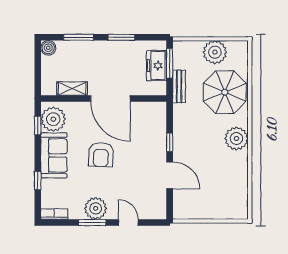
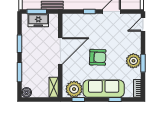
shelving: (72, 89) -> (54, 87), moved
sofa: (54, 155) -> (104, 89), width x1.36
door: (128, 223) -> (143, 25), moved

